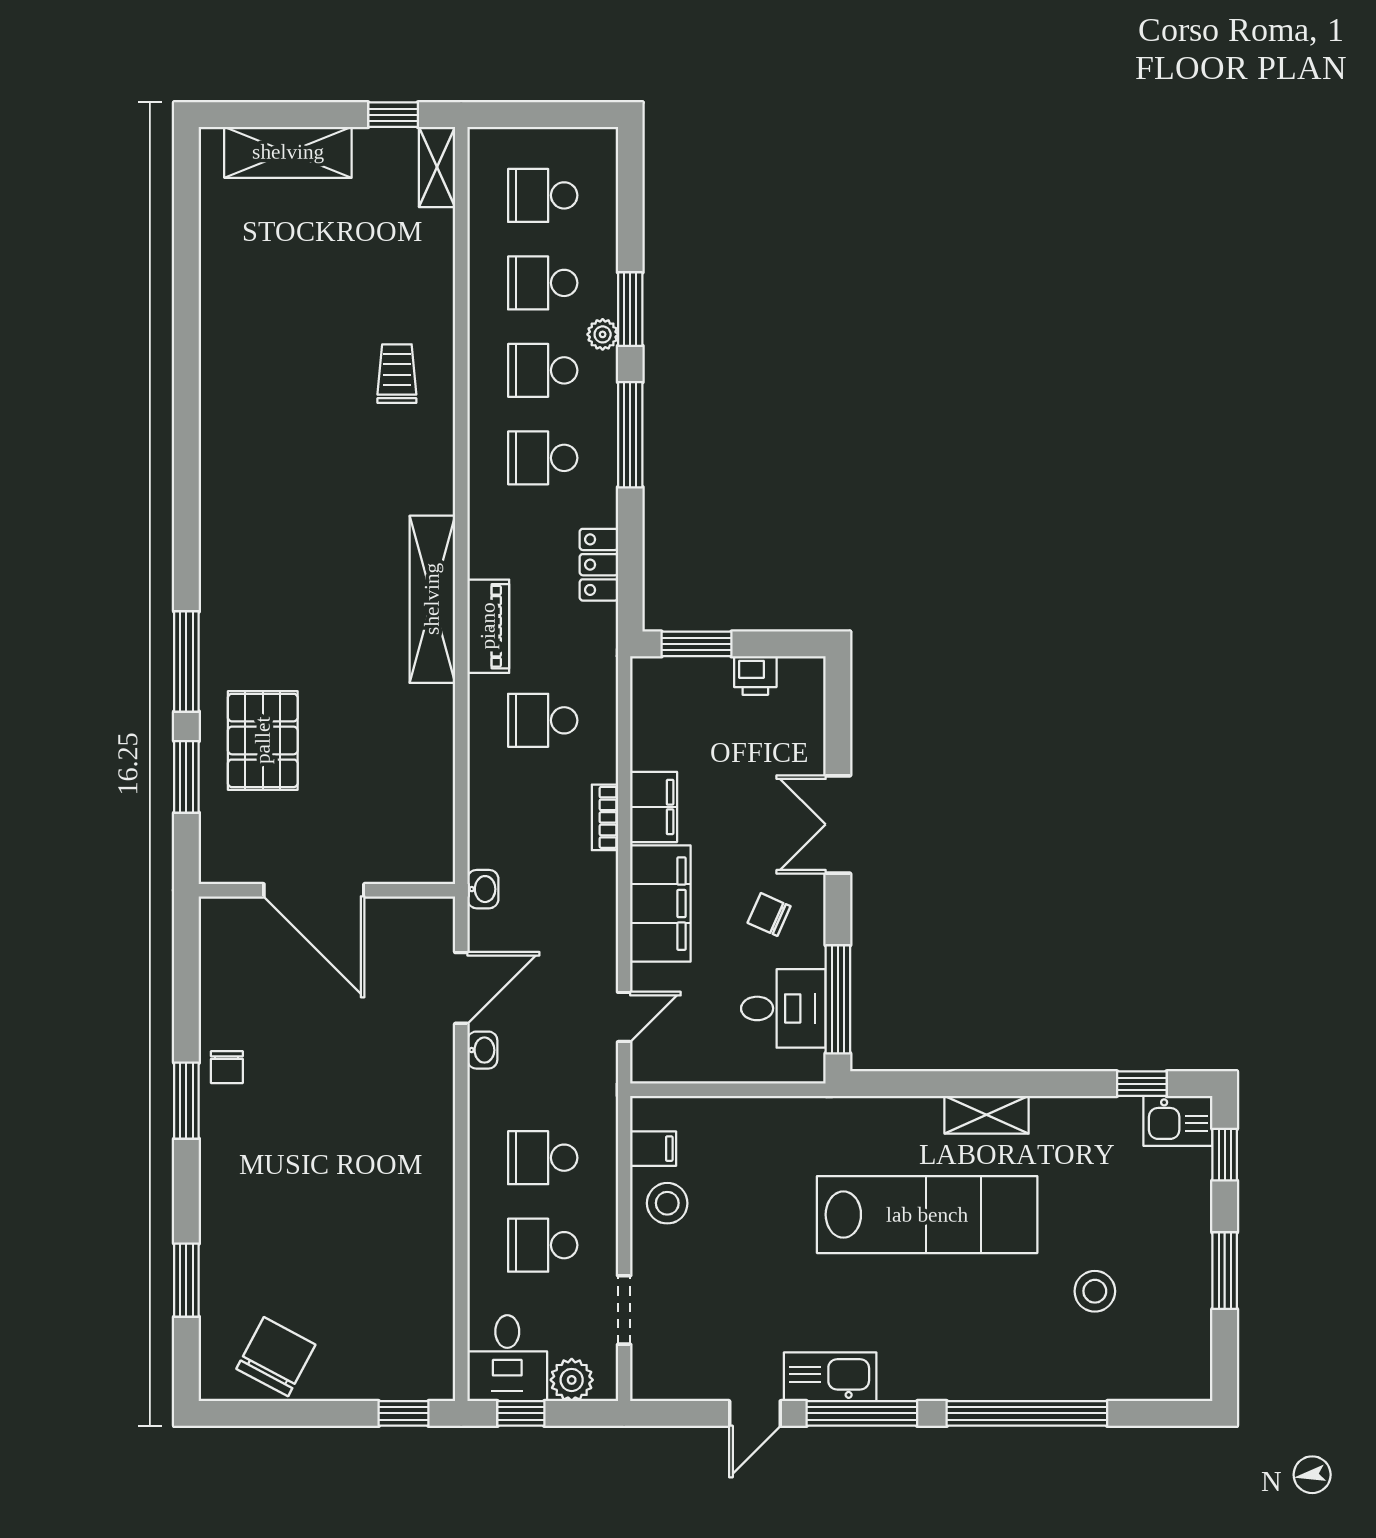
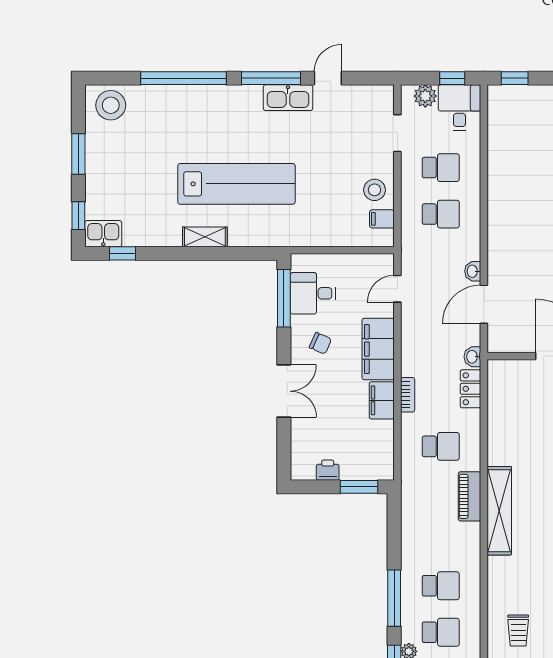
locker: (599, 565) -> (470, 389), moved, turned 180
lab bench: (927, 1215) -> (236, 184), turned 180
stool: (1095, 1291) -> (111, 105), moved, width x1.38, depth x1.38

